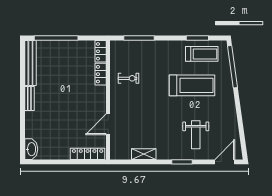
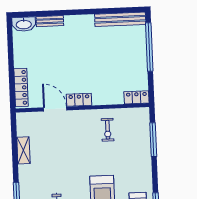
locker: (101, 74) -> (79, 100), moved
bench: (29, 99) -> (50, 21), moved

